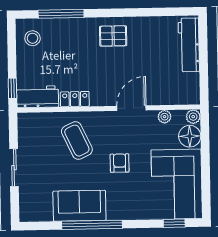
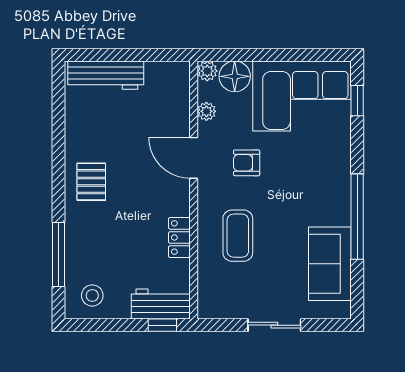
workbench: (38, 97) -> (161, 304), moved, turned 90
coffee table: (77, 141) -> (238, 236), turned -65
armchair: (120, 163) -> (247, 163), moved
sofa: (79, 206) -> (330, 264), moved

